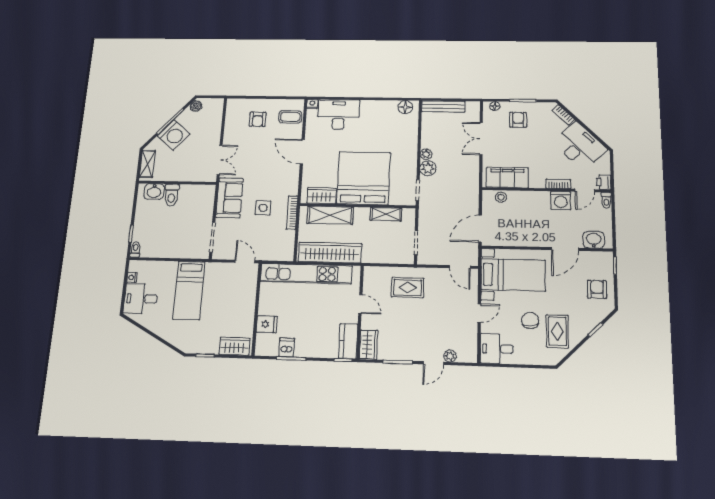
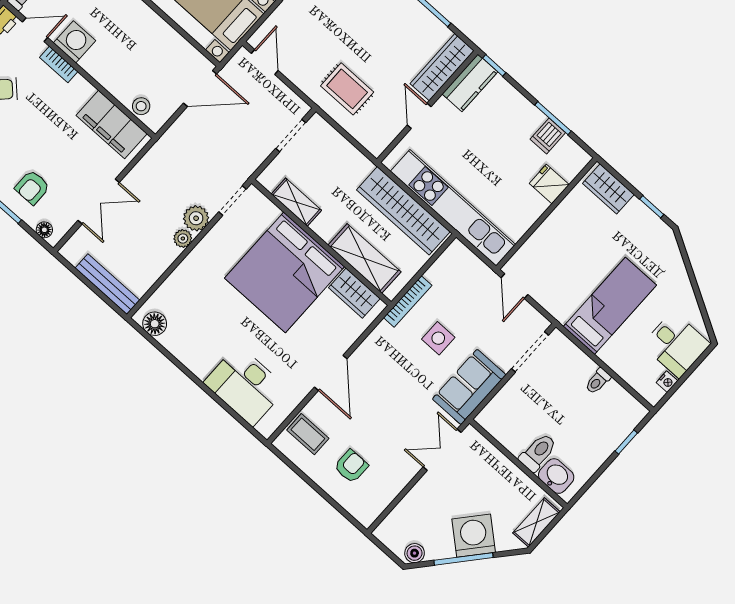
nightstand: (312, 104) -> (266, 429), removed
toilet: (135, 250) -> (598, 381), moved
wardrobe: (369, 345) -> (442, 67), width x1.50

